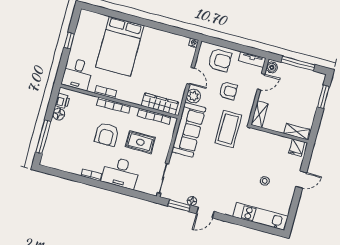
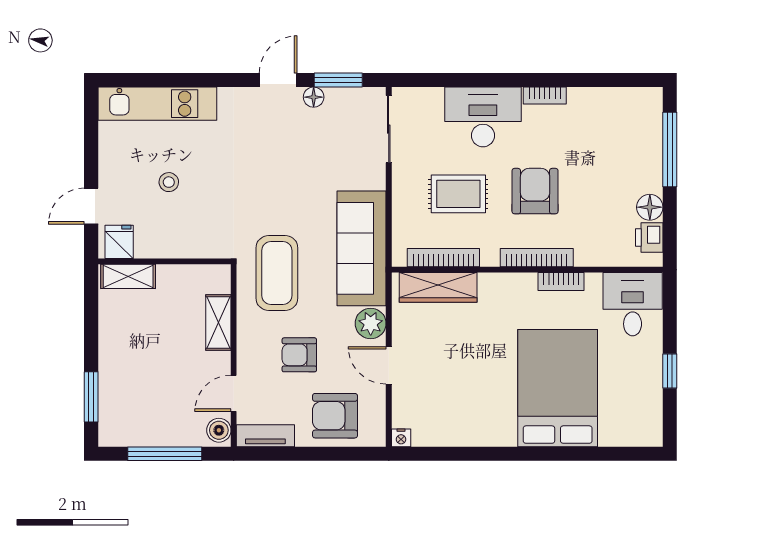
shelving: (297, 132) -> (128, 276), moved
wall: (279, 134) -> (164, 261), moved
fridge: (297, 148) -> (119, 242), moved

